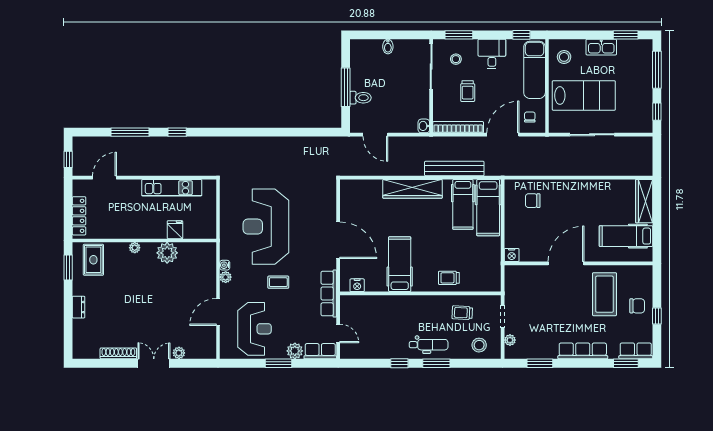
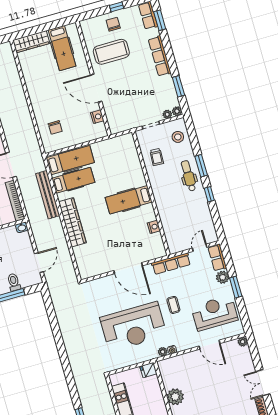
fridge: (175, 230) -> (148, 370), moved
door: (338, 240) -> (128, 268), swing flipped
nightstand: (512, 255) -> (97, 117), moved
hospital bed: (400, 264) -> (129, 200), moved
plant: (226, 277) -> (163, 352), moved
trolley: (449, 278) -> (133, 175), removed
nightstand: (357, 285) -> (154, 227), moved
plant: (179, 353) -> (243, 342), moved
plant: (510, 353) -> (177, 111), added

